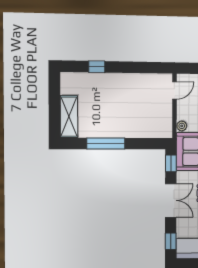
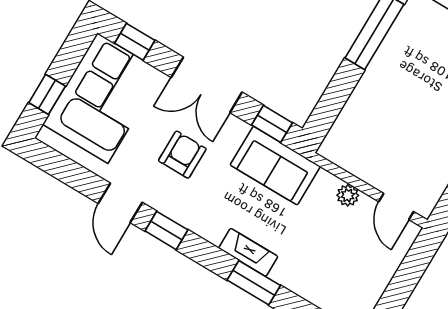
plant: (182, 126) -> (348, 195), moved

